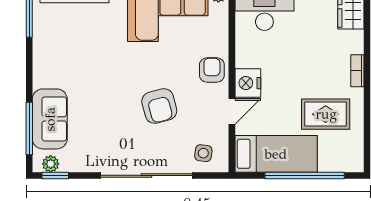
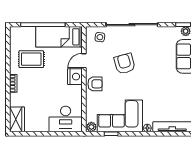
armchair: (212, 70) -> (95, 84), turned -90

